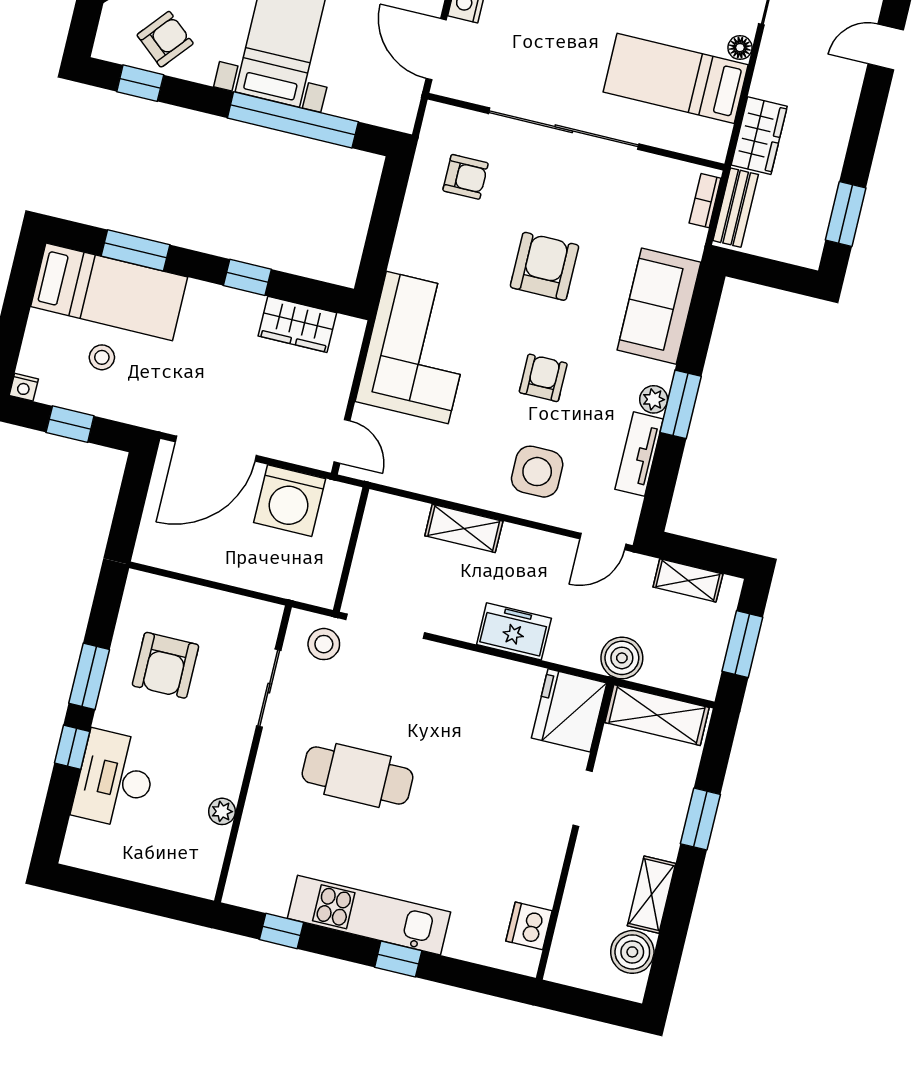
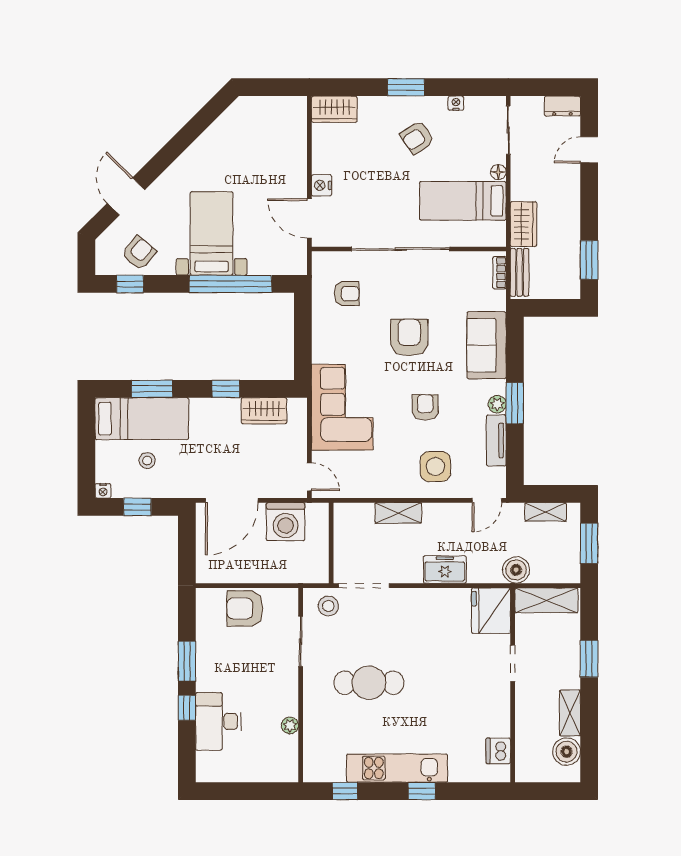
armchair: (166, 665) -> (245, 608), moved, turned 90

